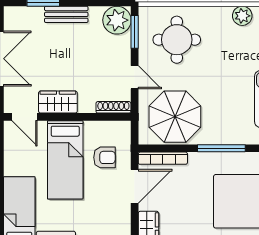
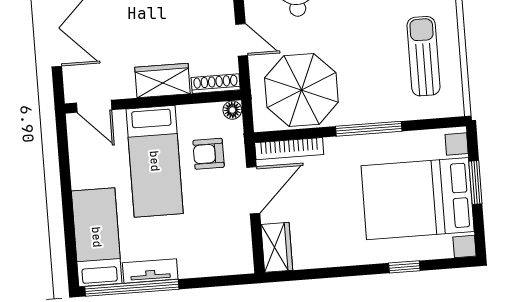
wardrobe: (58, 102) -> (163, 80), moved
floor lamp: (124, 127) -> (232, 110), added
armchair: (104, 157) -> (209, 154), turned 180

